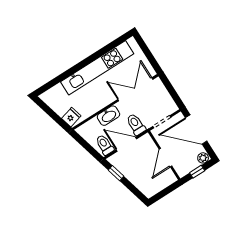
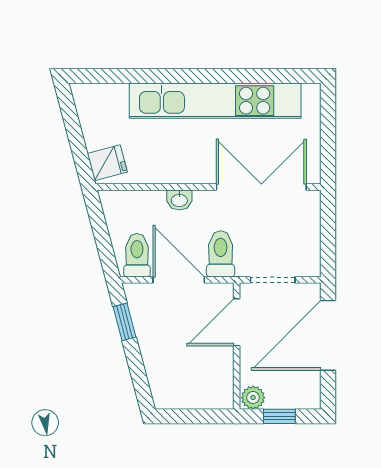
washbasin: (108, 116) -> (179, 200), width x0.52, depth x0.69
door: (196, 129) -> (328, 335), hinge flipped
door: (165, 158) -> (237, 322), moved
plant: (203, 158) -> (253, 398), moved

